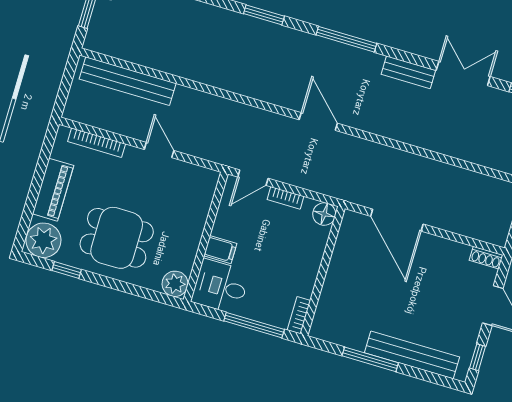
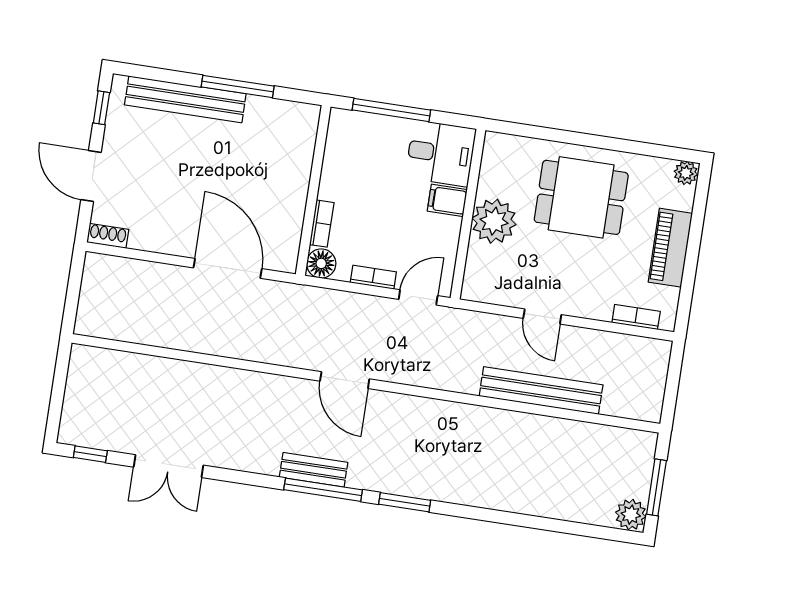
window: (264, 15) -> (405, 502), moved
bench: (408, 72) -> (314, 470), moved
bench: (128, 81) -> (541, 391), moved
bookcase: (97, 143) -> (636, 317), width x0.64
plant: (43, 240) -> (686, 173), width x0.53, depth x0.53
window: (67, 270) -> (639, 148), removed
plant: (175, 284) -> (494, 221), moved, width x1.36, depth x1.36
bookcase: (299, 315) -> (322, 224), moved

